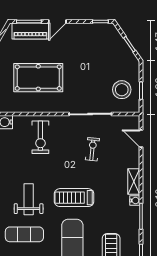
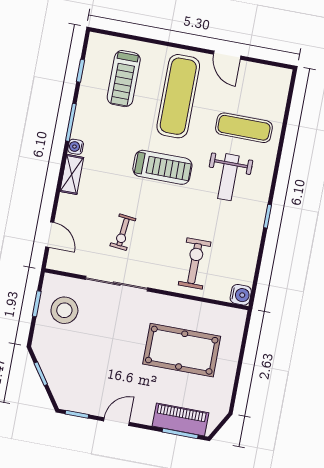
door: (57, 22) -> (116, 422), moved

